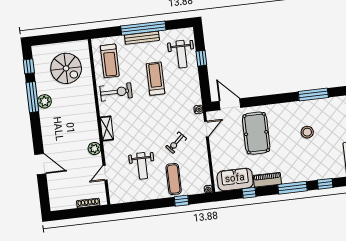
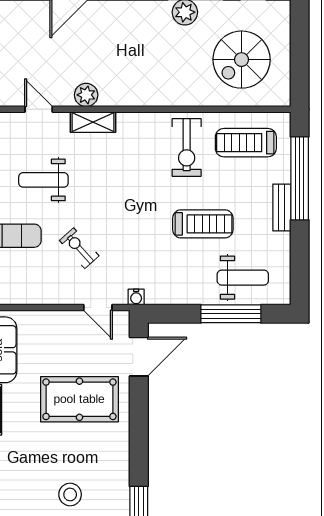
window: (143, 28) -> (300, 178), moved
bench: (142, 38) -> (282, 207), width x0.73
weight bench: (181, 54) -> (243, 278), turned 180
window: (201, 58) -> (231, 314), width x2.17
shelving: (107, 128) -> (93, 122), moved

